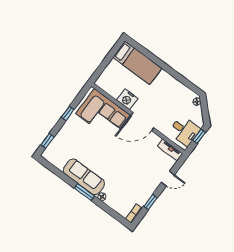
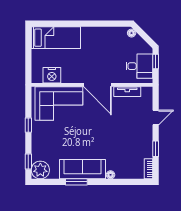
nightstand: (127, 99) -> (52, 75), moved
door: (142, 122) -> (97, 85), hinge flipped
tv unit: (170, 150) -> (127, 92), moved
plant: (52, 154) -> (40, 170), added
window: (84, 192) -> (76, 182), moved

